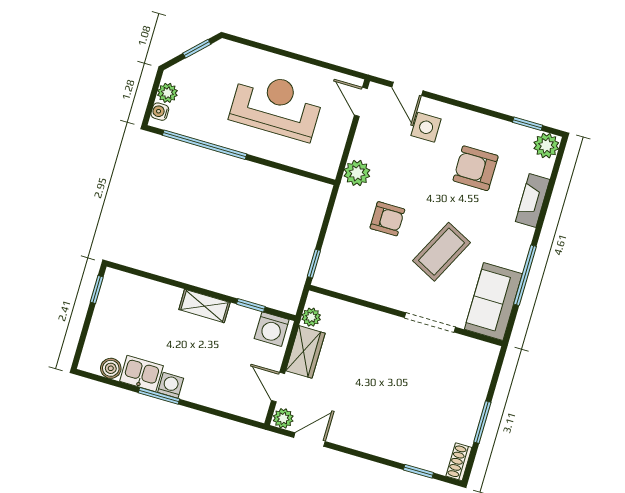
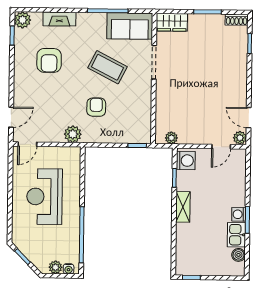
side table: (426, 127) -> (32, 99), removed
wardrobe: (305, 352) -> (172, 22), moved, turned 180

